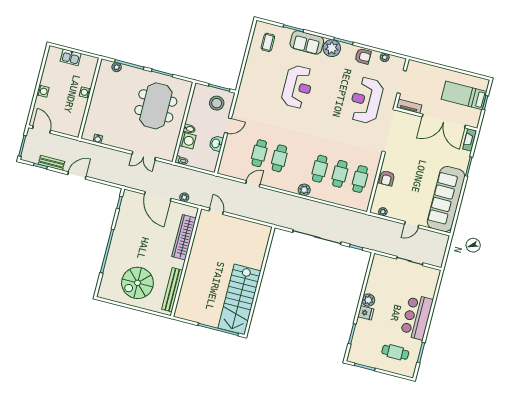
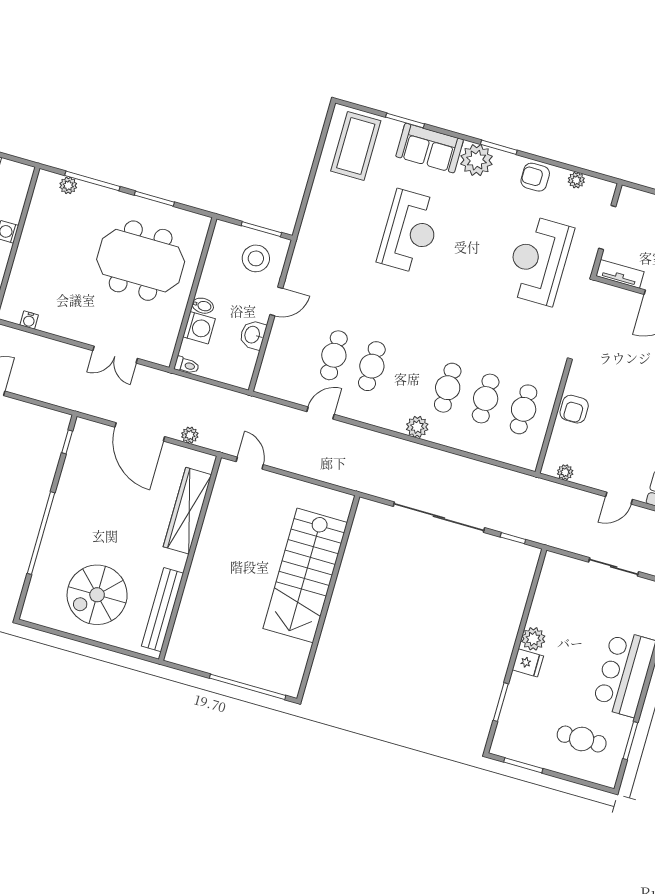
coffee table: (268, 42) -> (356, 146), width x1.86, depth x1.72
armchair: (363, 56) -> (535, 177), turned 180
meeting table: (156, 106) -> (141, 261), turned 90
stairs: (239, 299) -> (305, 575), moved

